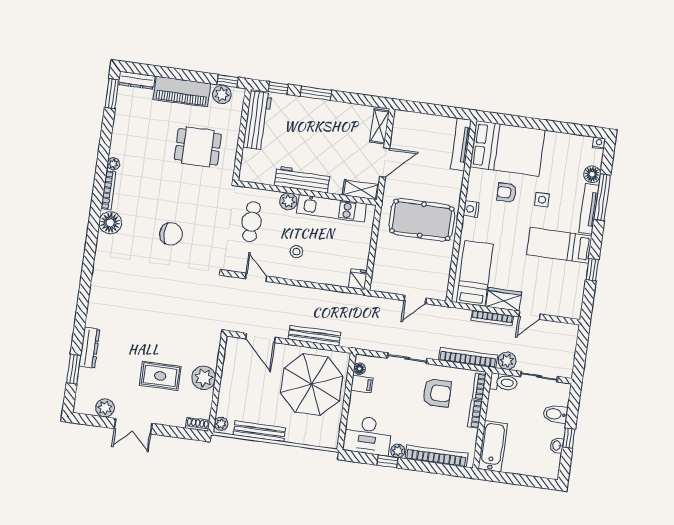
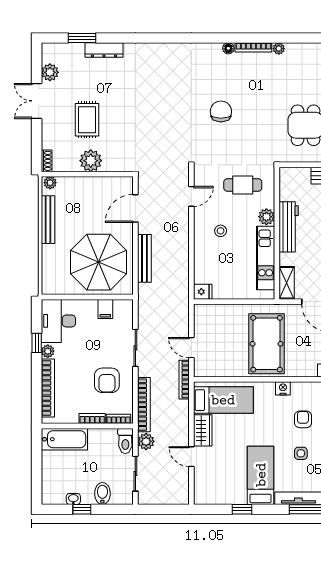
floor lamp: (110, 223) -> (228, 48), width x0.53, depth x0.53
chair: (171, 234) -> (221, 111), turned 180
bookcase: (492, 318) -> (184, 380), moved
floor lamp: (359, 369) -> (119, 305), removed

